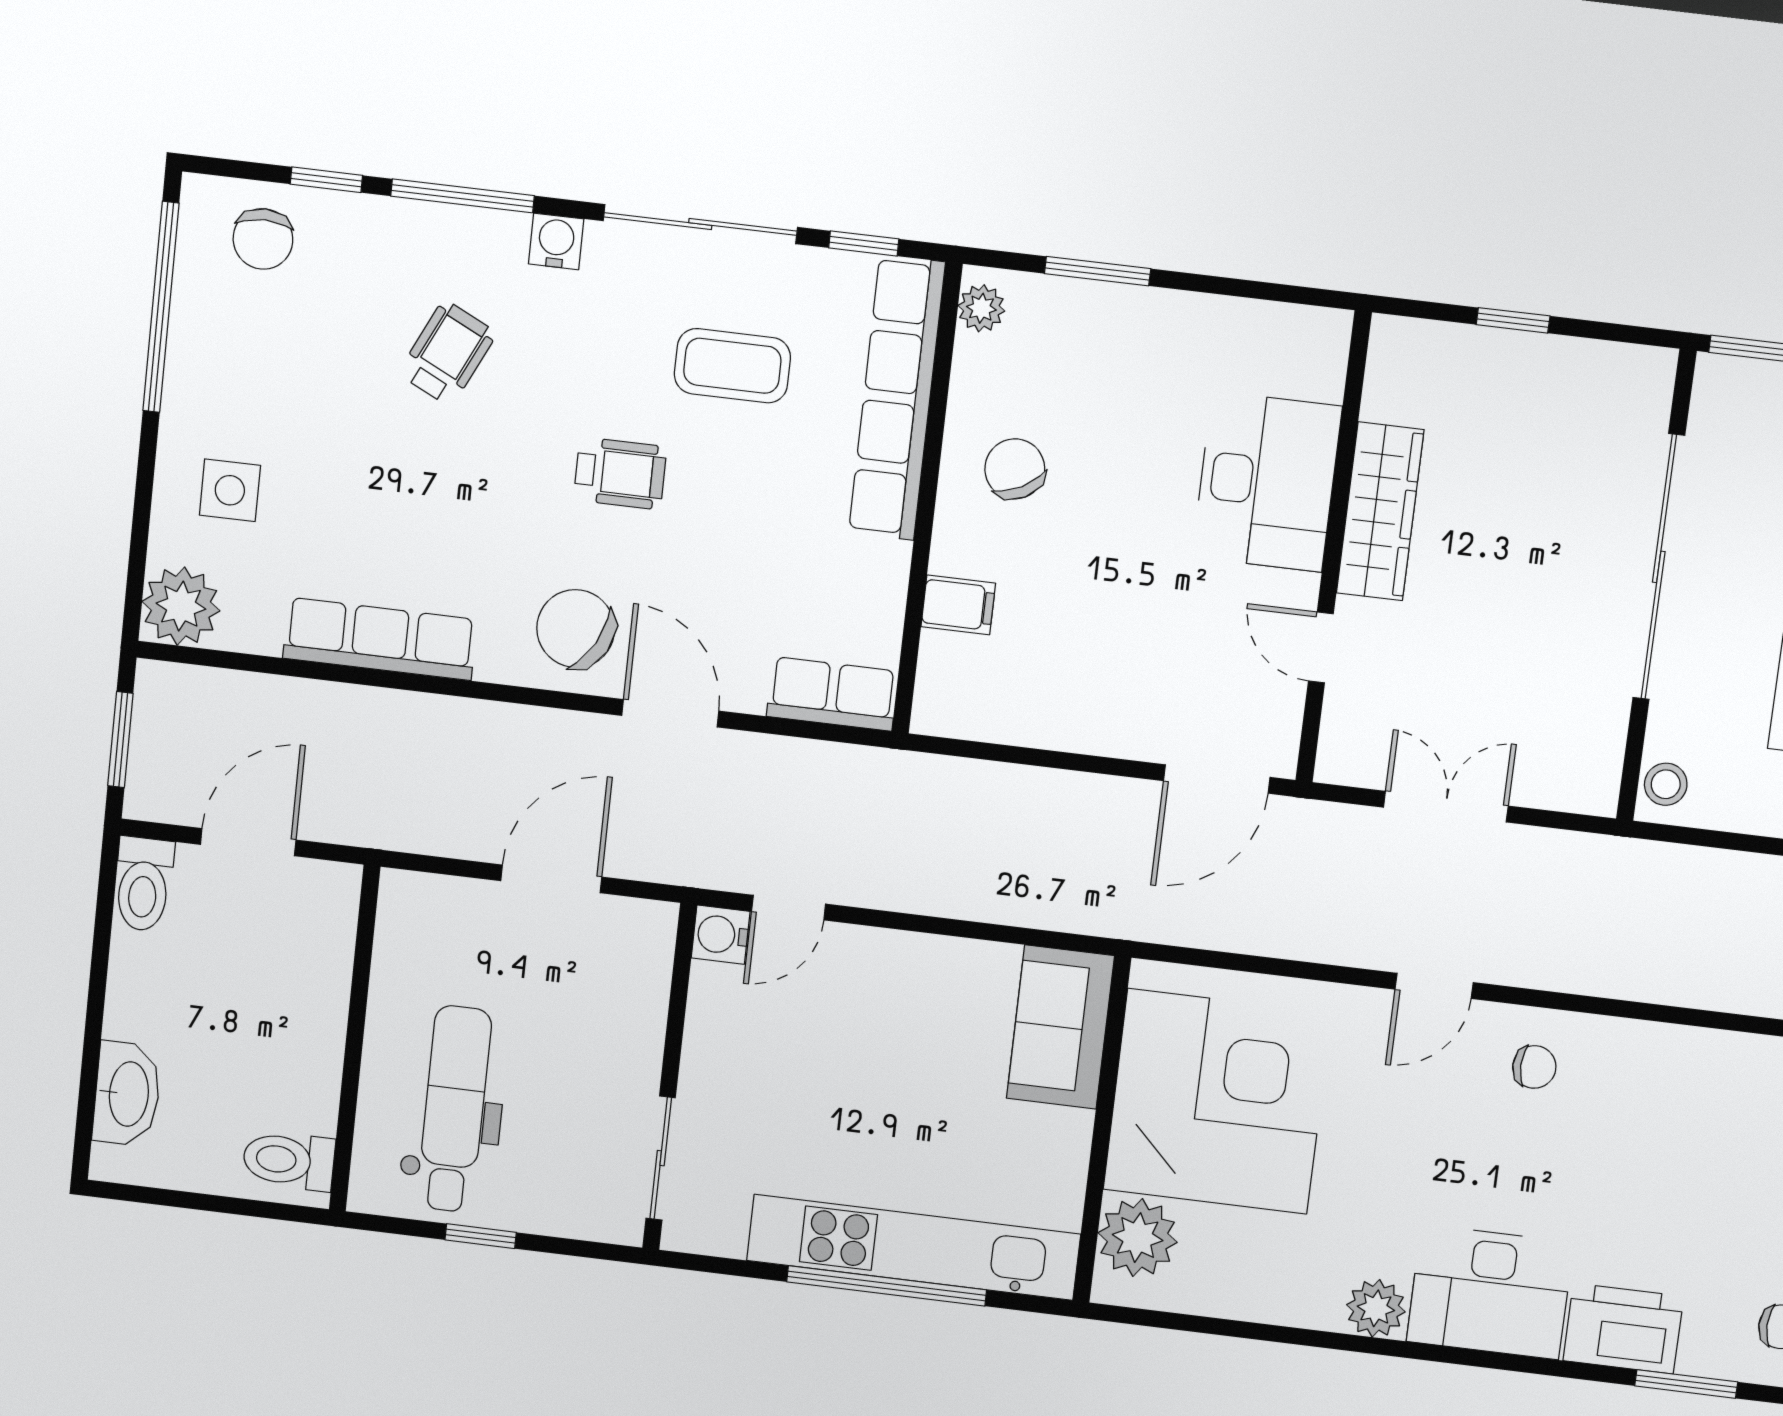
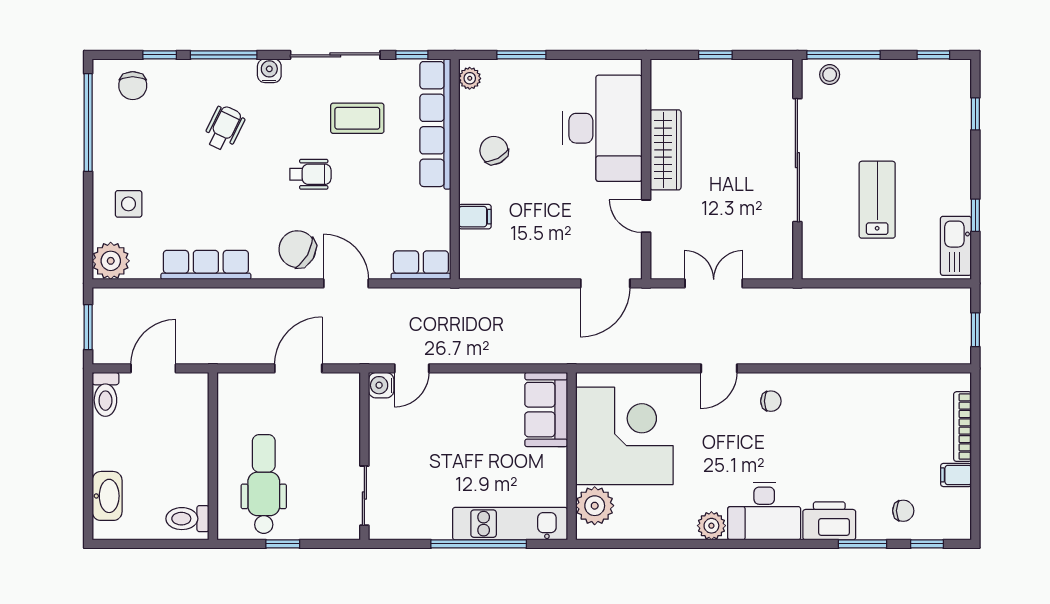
desk: (1267, 482) -> (602, 128), width x1.36, depth x1.30
stool: (1666, 784) -> (830, 75), moved
kitchen unit: (913, 1247) -> (510, 524), width x0.73

